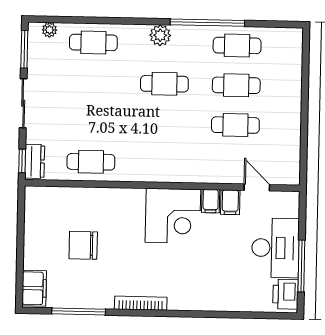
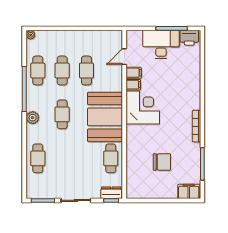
plant: (49, 30) -> (31, 35), moved
booth: (159, 154) -> (105, 117), added
chair: (83, 245) -> (162, 162), turned -90

